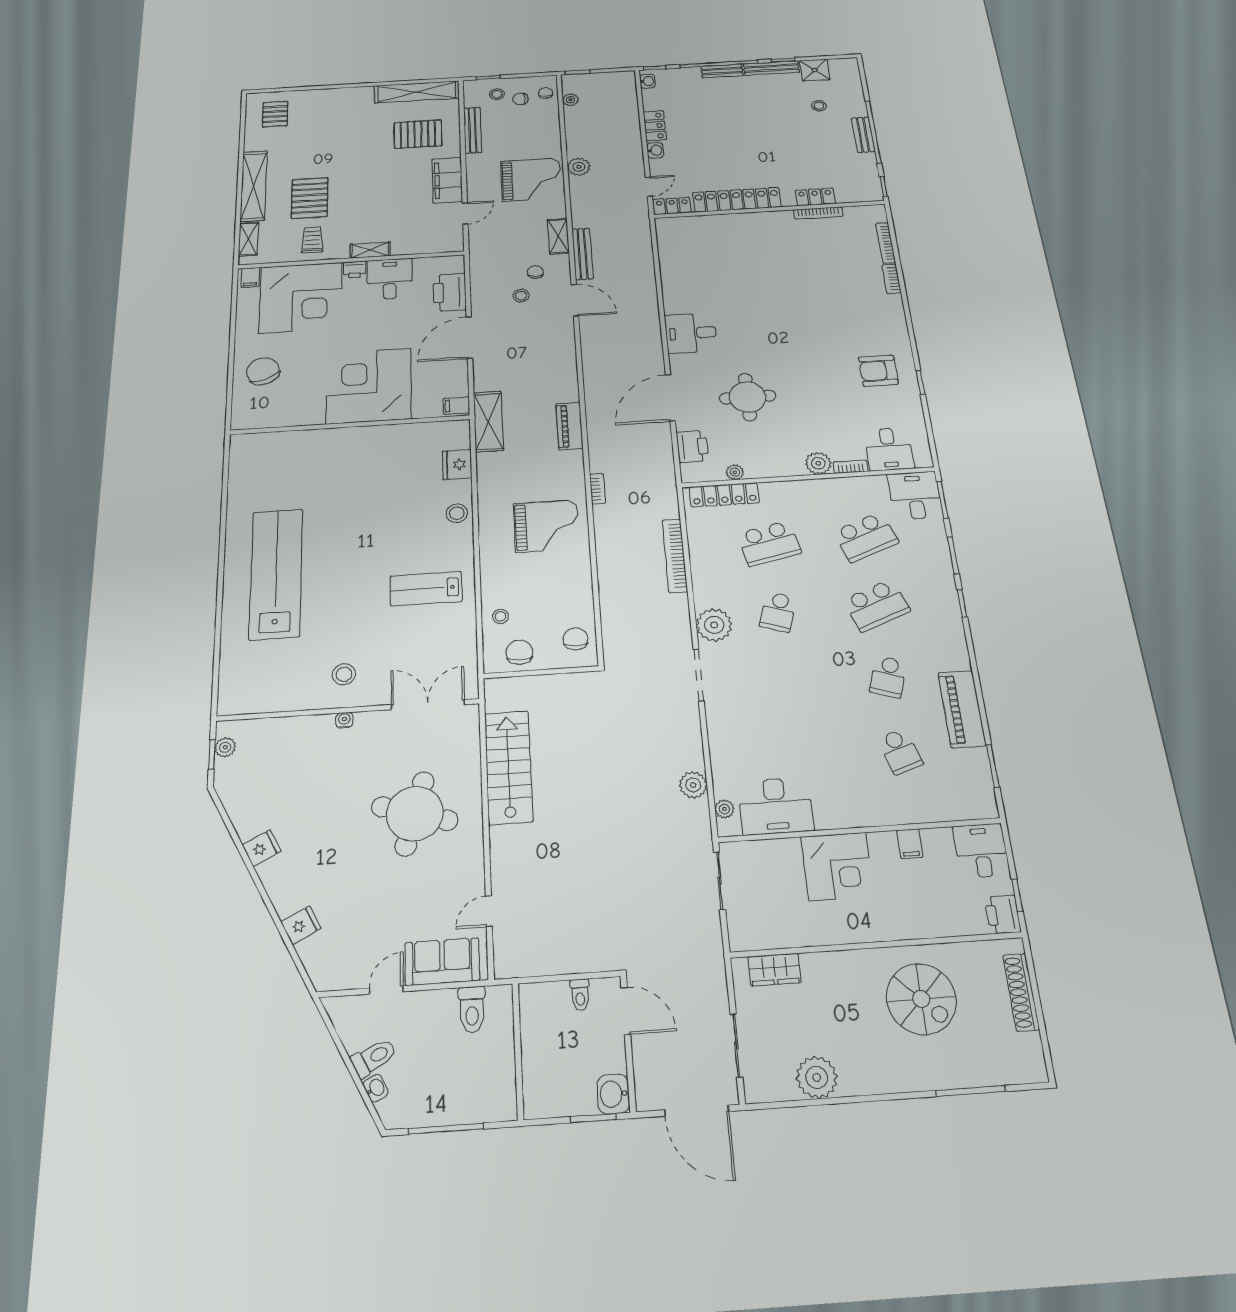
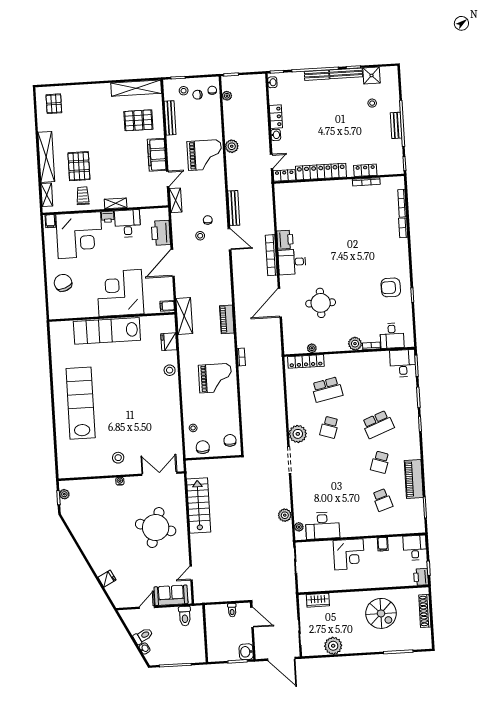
shelving: (558, 236) -> (176, 200), moved
printer: (692, 446) -> (285, 240), moved
school desk: (866, 537) -> (376, 387), removed
bookcase: (675, 556) -> (271, 255), moved
lab bench: (426, 589) -> (107, 331), moved, width x1.86, depth x1.39
fridge: (262, 848) -> (86, 543), removed

